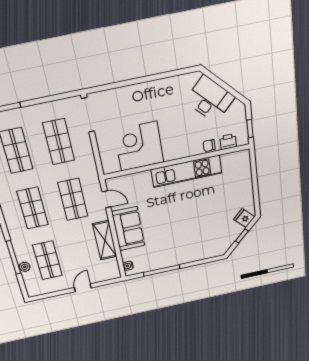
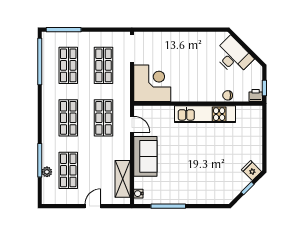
printer: (228, 142) -> (256, 96), moved
corner desk: (139, 146) -> (152, 83), moved, turned 90
shelving: (105, 240) -> (123, 179), moved

